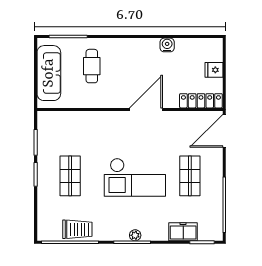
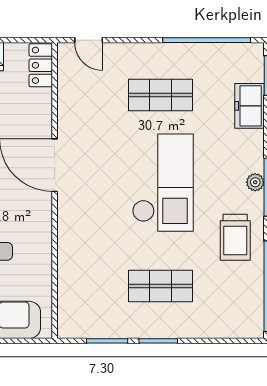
locker: (201, 101) -> (41, 65), width x0.66
door: (224, 131) -> (89, 40), width x0.53
trolley: (77, 229) -> (235, 237), moved, turned 180

